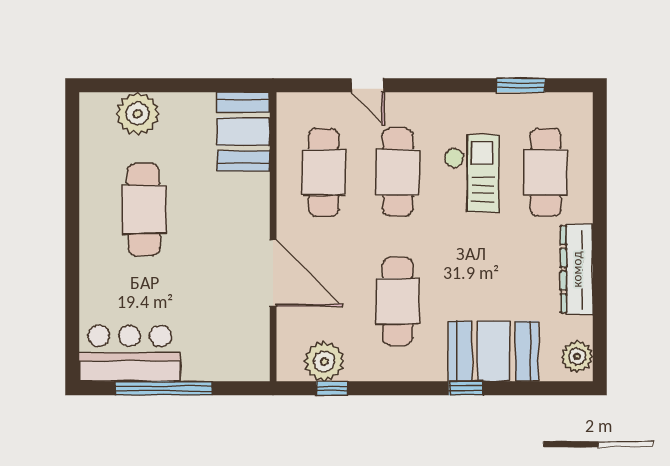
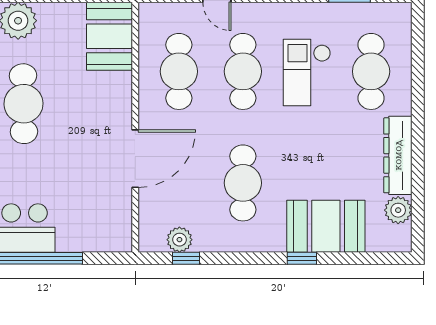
checkout: (472, 174) -> (307, 73), turned 180
door: (273, 273) -> (135, 159), hinge flipped
plant: (577, 356) -> (398, 210), moved
plant: (324, 361) -> (179, 240), width x0.73, depth x0.73

